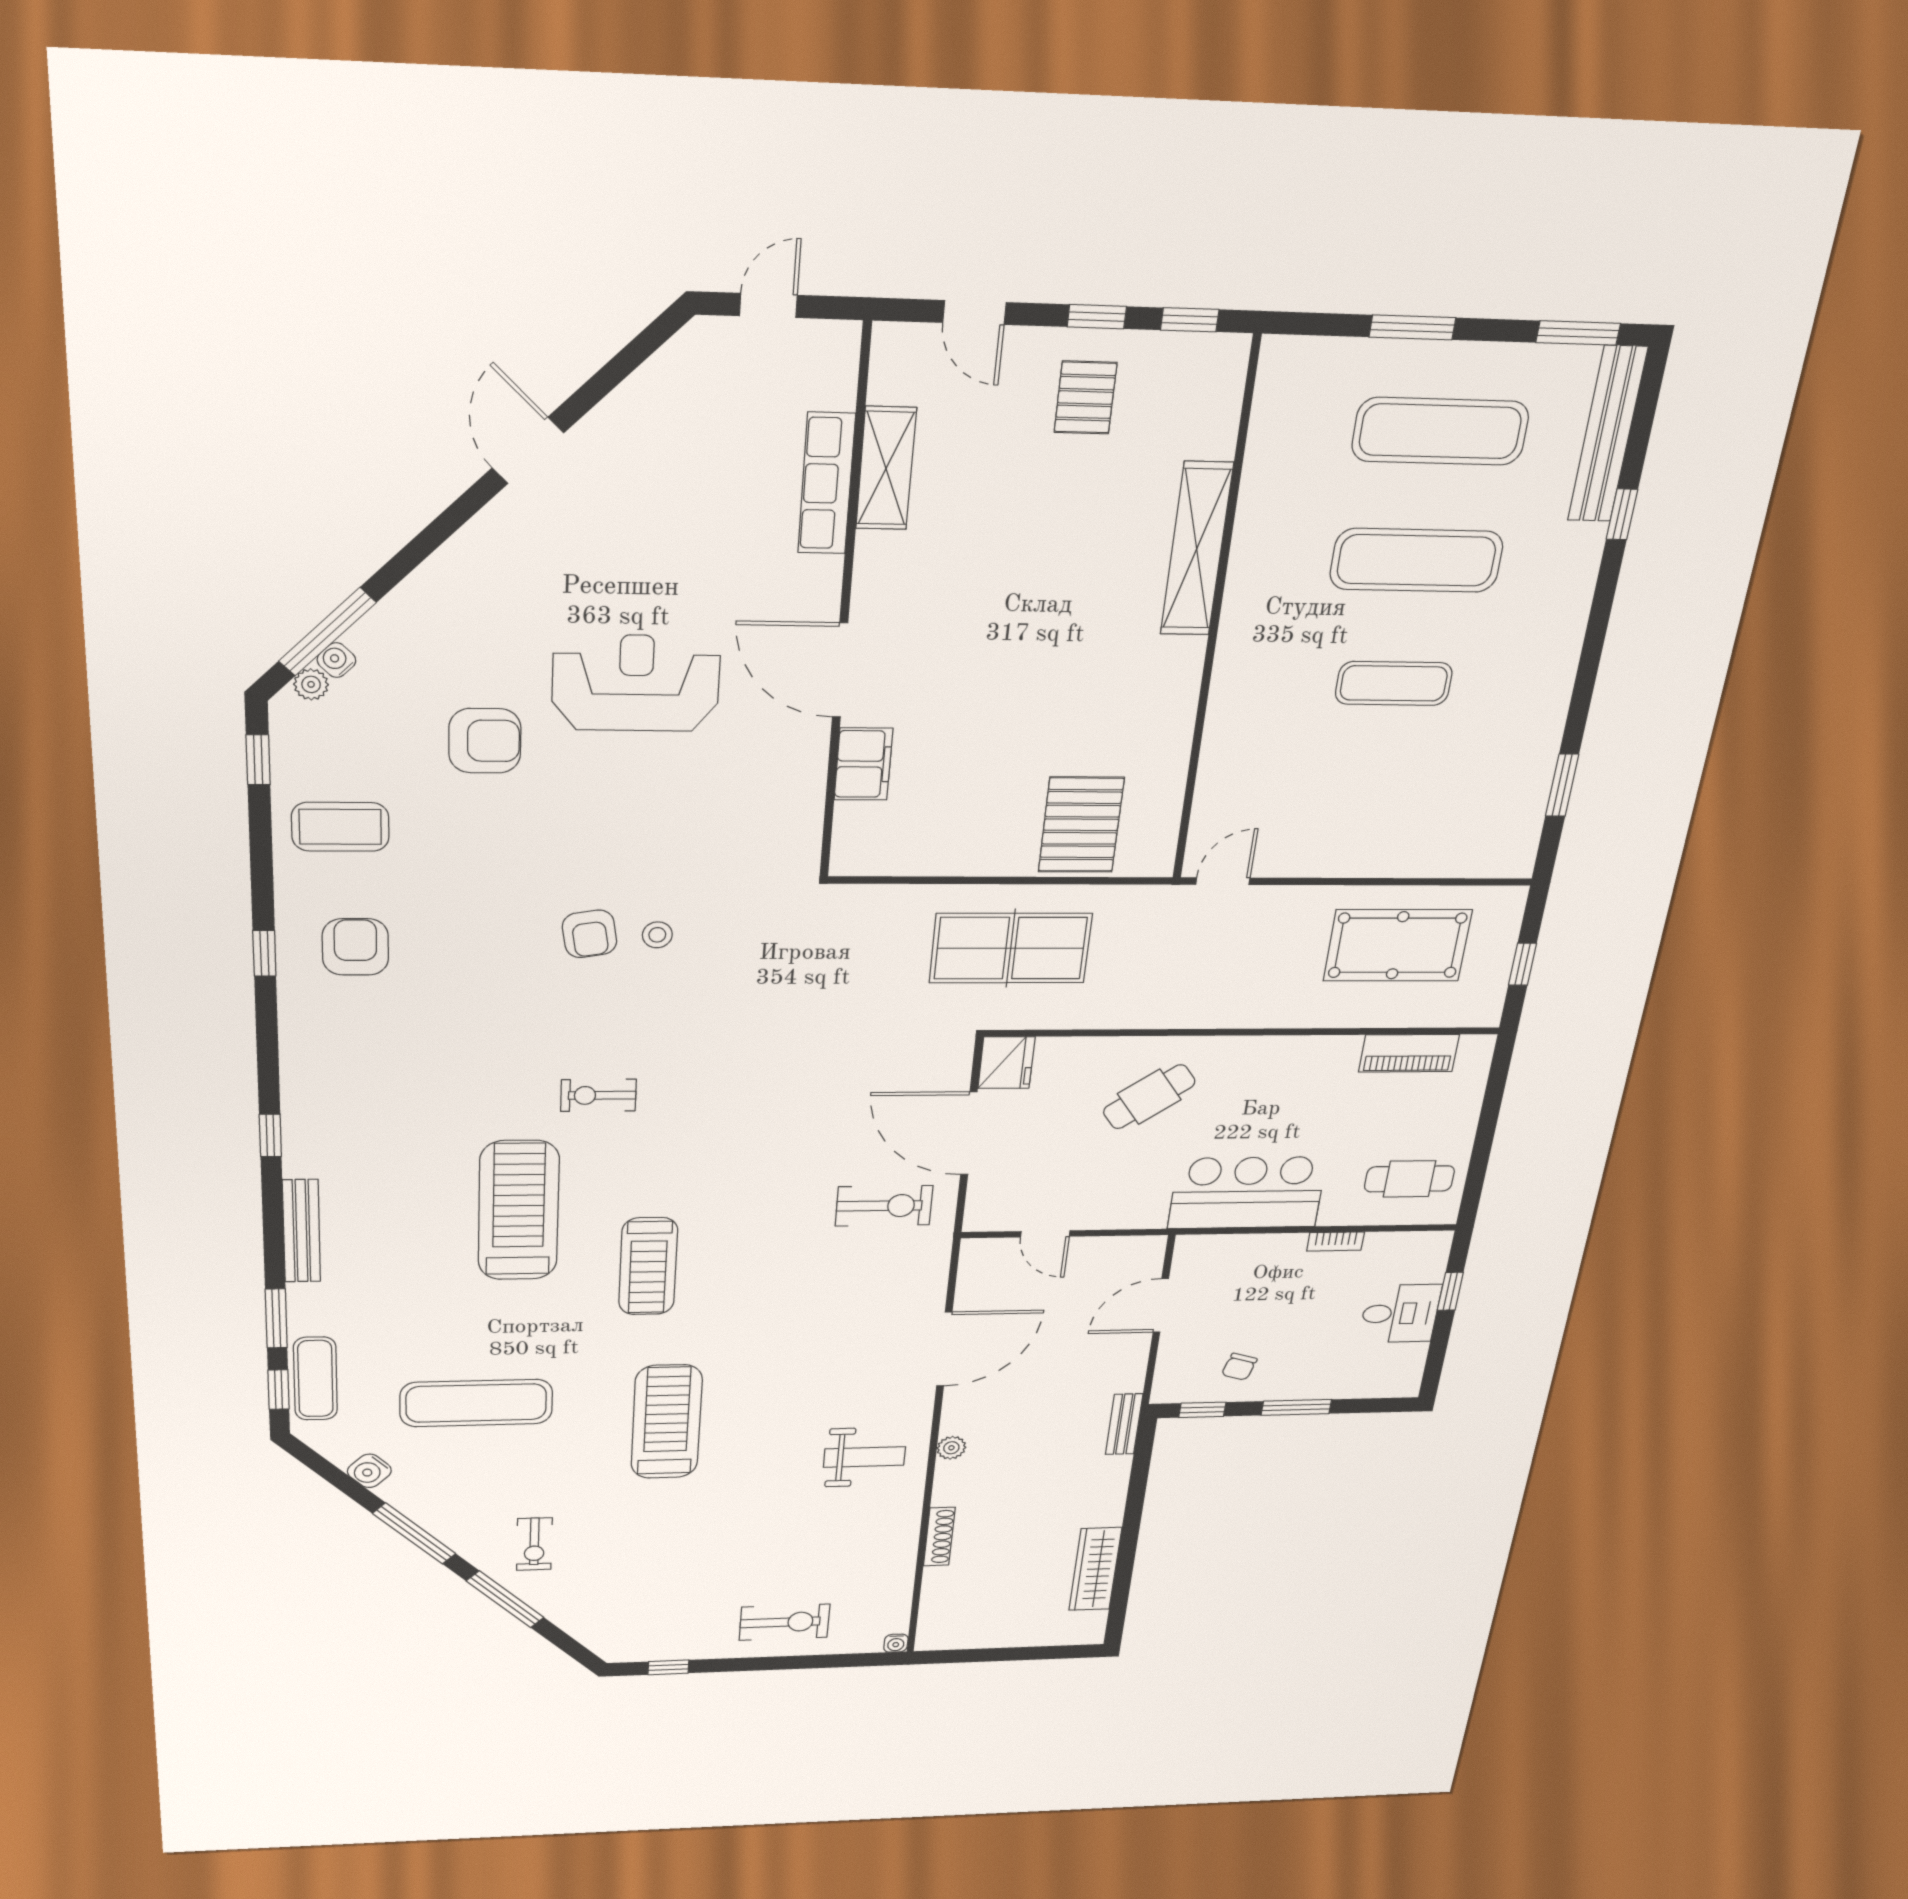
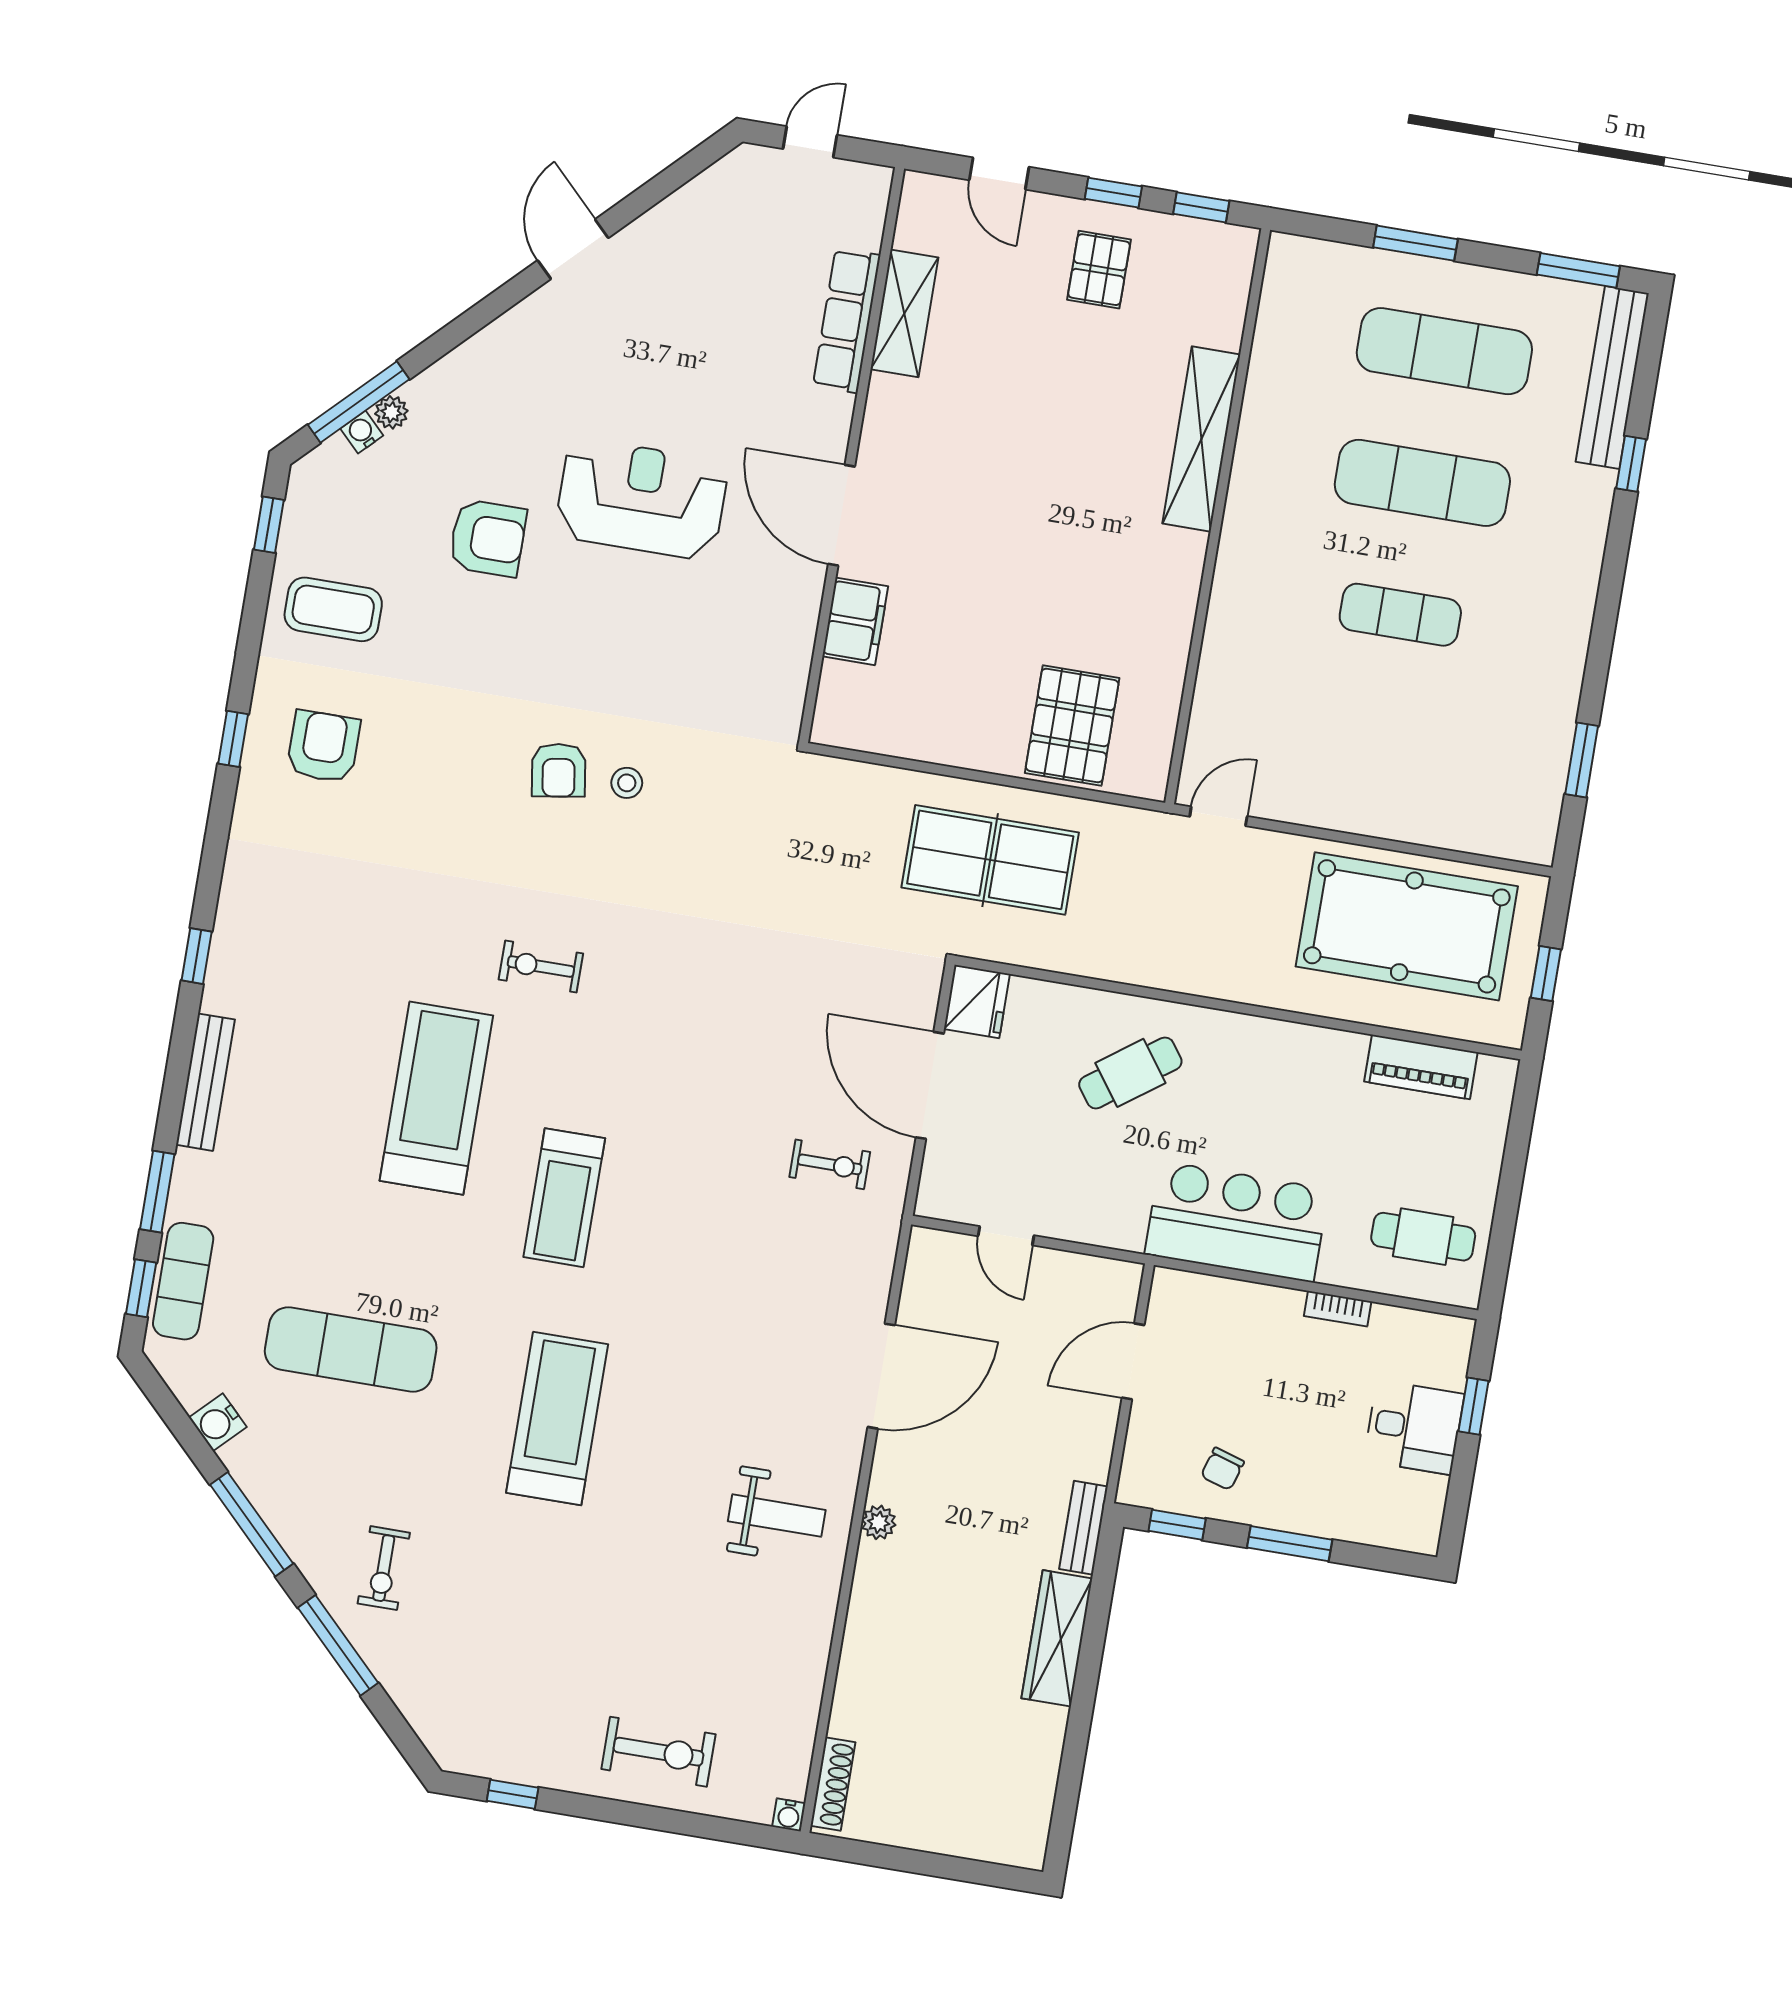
plant: (311, 684) -> (391, 412), moved
pool table: (1398, 945) -> (1407, 926), width x1.36, depth x1.32
exercise bike: (884, 1206) -> (830, 1164), width x0.73, depth x0.72
shoe rack: (939, 1537) -> (833, 1784), moved
wardrobe: (1095, 1569) -> (1057, 1638), moved

